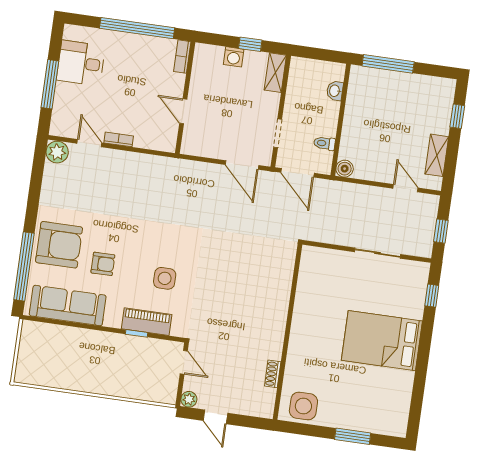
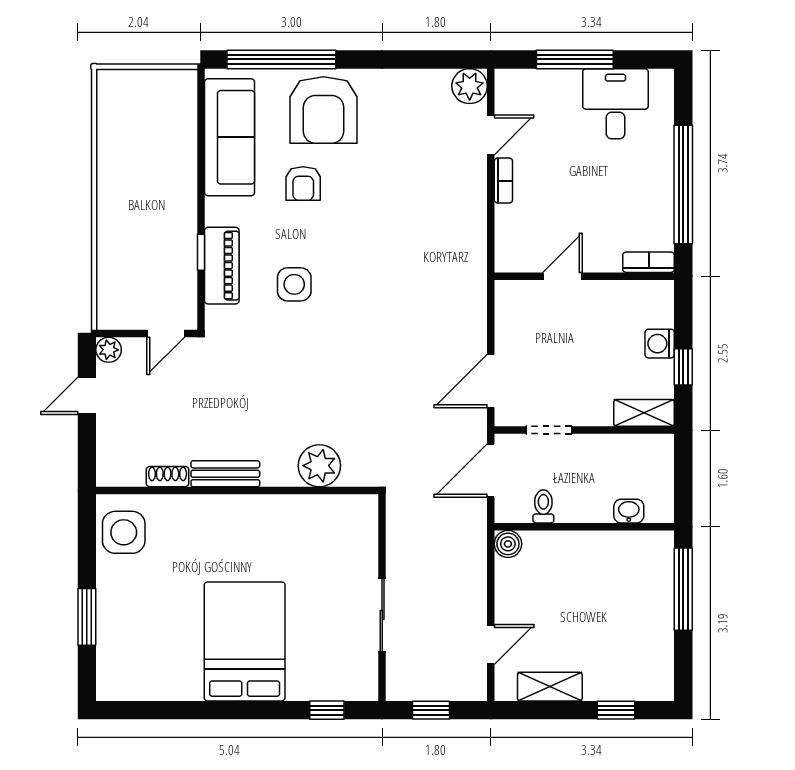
plant: (279, 279) -> (319, 466), added
bench: (276, 338) -> (225, 474), added

